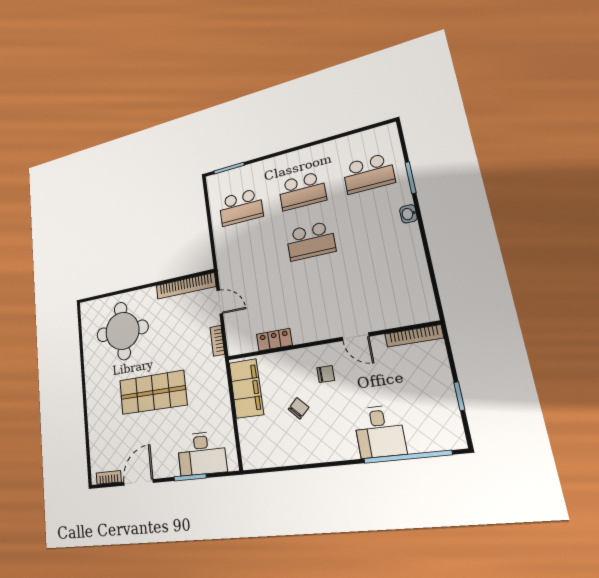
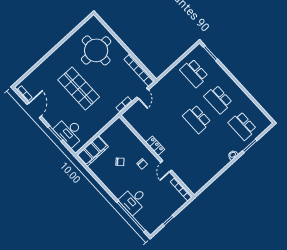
locker: (274, 340) -> (155, 146), moved
filing cabinet: (246, 388) -> (93, 151), moved
door: (138, 482) -> (34, 110), hinge flipped

